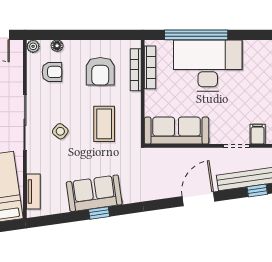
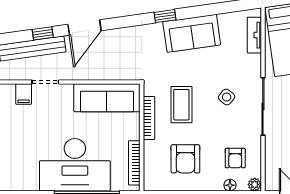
bookcase: (136, 70) -> (149, 118), moved
armchair: (100, 71) -> (185, 159), turned 180
armchair: (52, 72) -> (235, 158), turned -90
window: (257, 191) -> (43, 33), moved
window: (99, 213) -> (165, 16), moved

